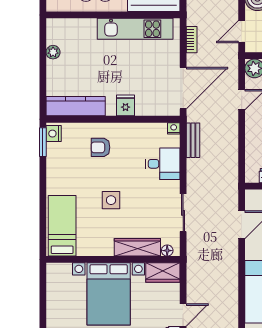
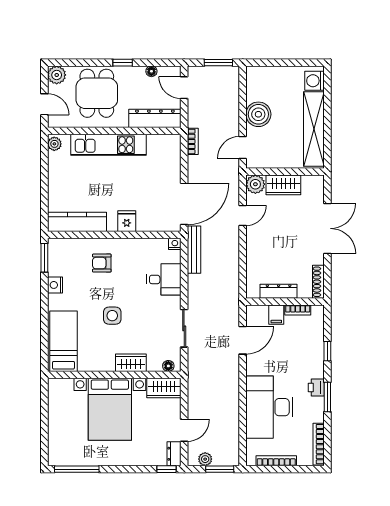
kitchen unit: (135, 29) -> (109, 145), moved
bookcase: (192, 40) -> (193, 141), moved
plant: (53, 52) -> (54, 144), moved
nightstand: (54, 134) -> (55, 285), moved
bench: (193, 140) -> (194, 250), width x1.36
wardrobe: (137, 247) -> (131, 363), width x0.67

